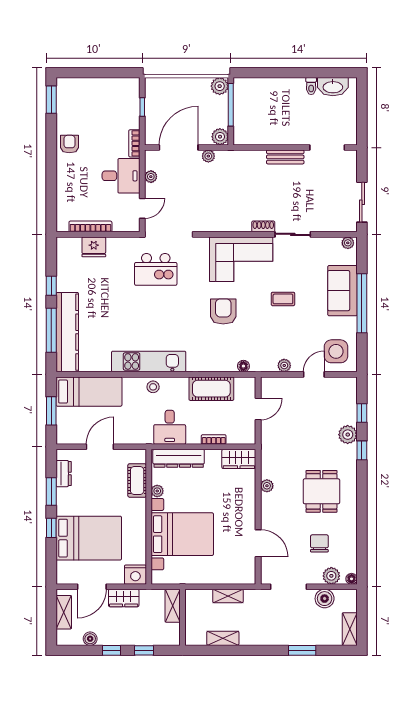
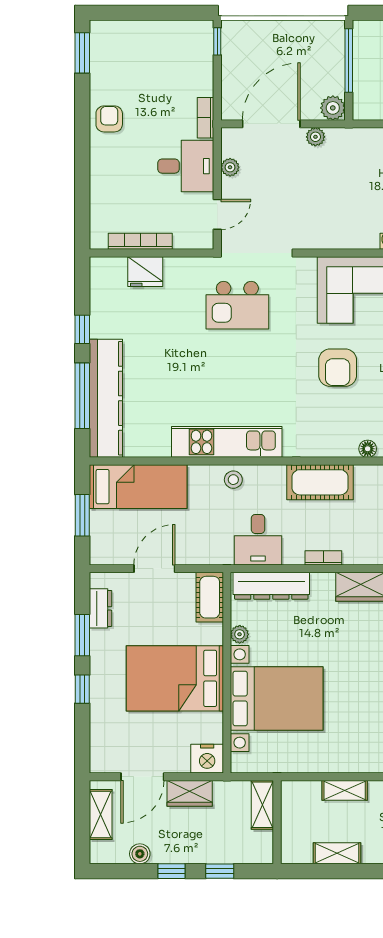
plant: (220, 86) -> (332, 33), removed
window: (142, 107) -> (217, 41), moved
armchair: (223, 311) -> (338, 368), turned 180
cot: (137, 480) -> (210, 597), moved
bed: (89, 538) -> (175, 678), moved, turned 180

